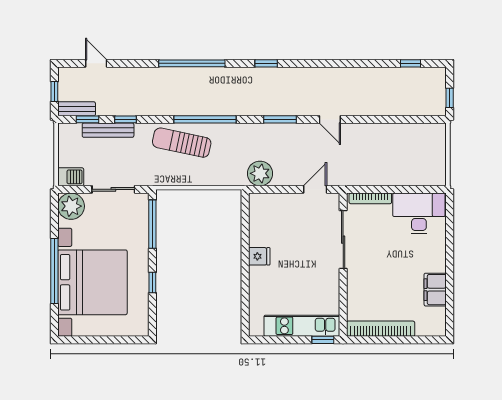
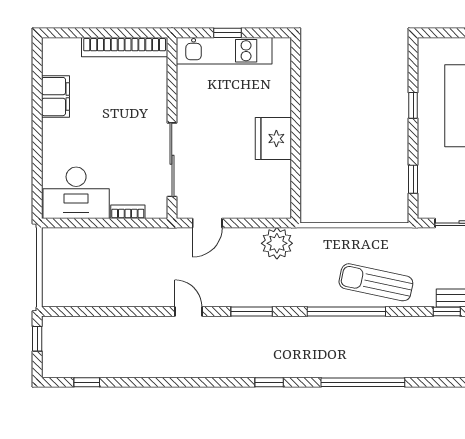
sun lounger: (182, 143) -> (376, 282), turned 180
bookcase: (370, 198) -> (128, 212), width x0.64
window: (152, 224) -> (413, 179), width x0.46
fridge: (259, 256) -> (273, 139), width x1.88, depth x1.34
window: (323, 340) -> (228, 33), moved

